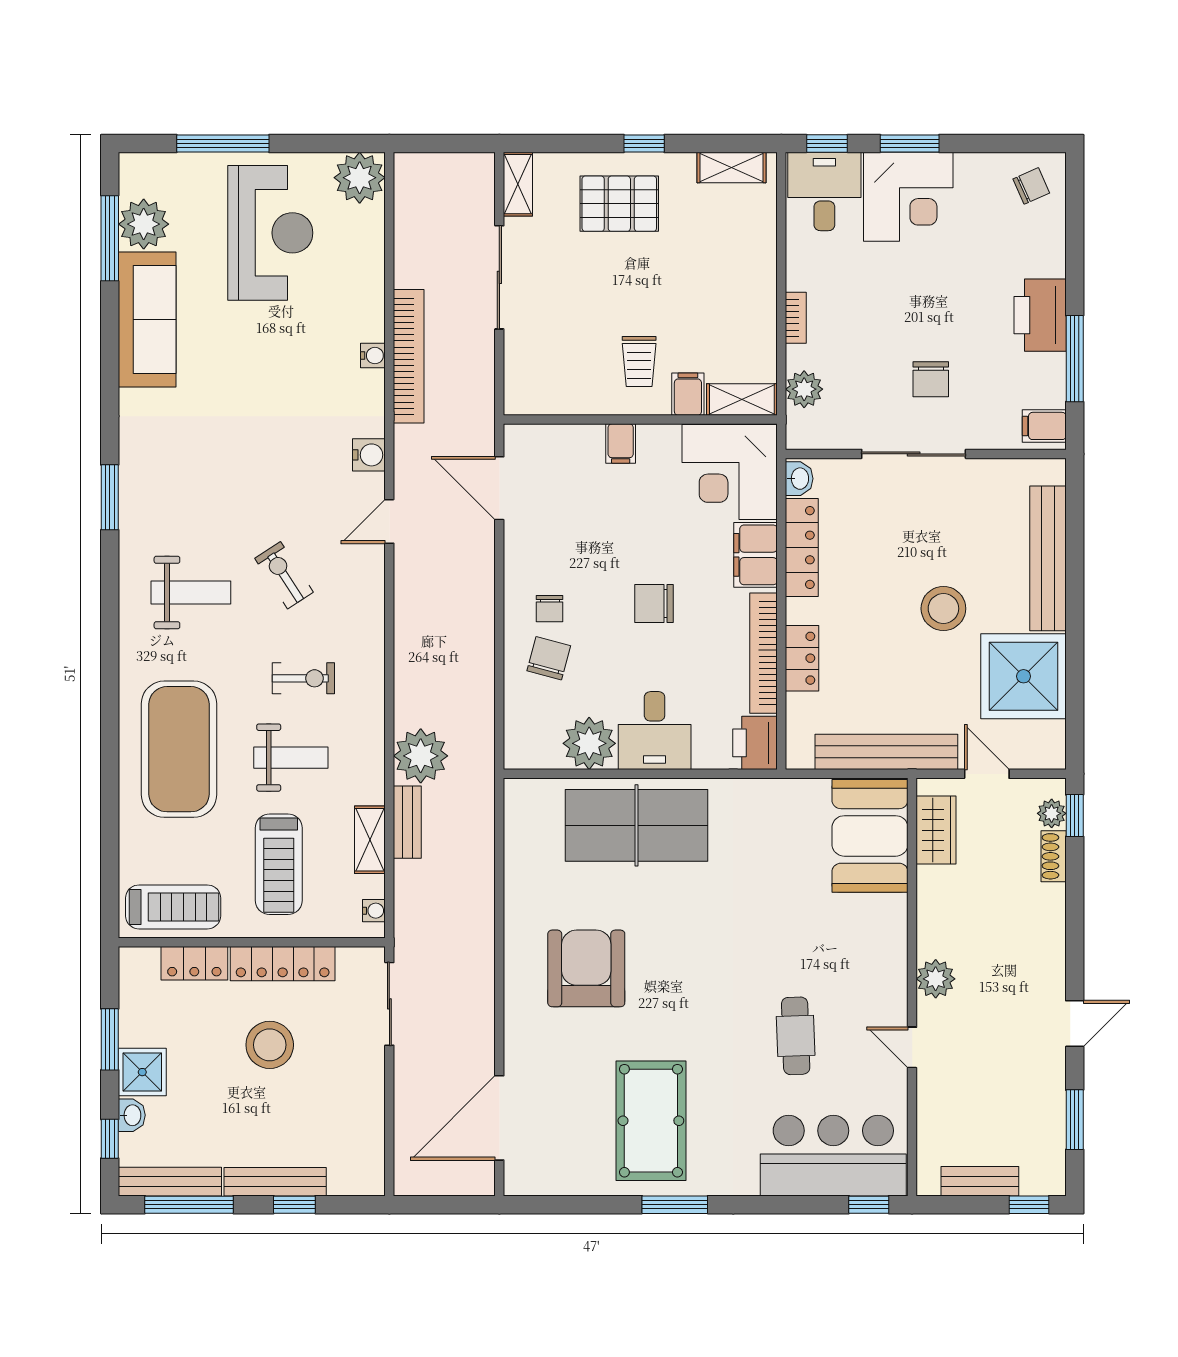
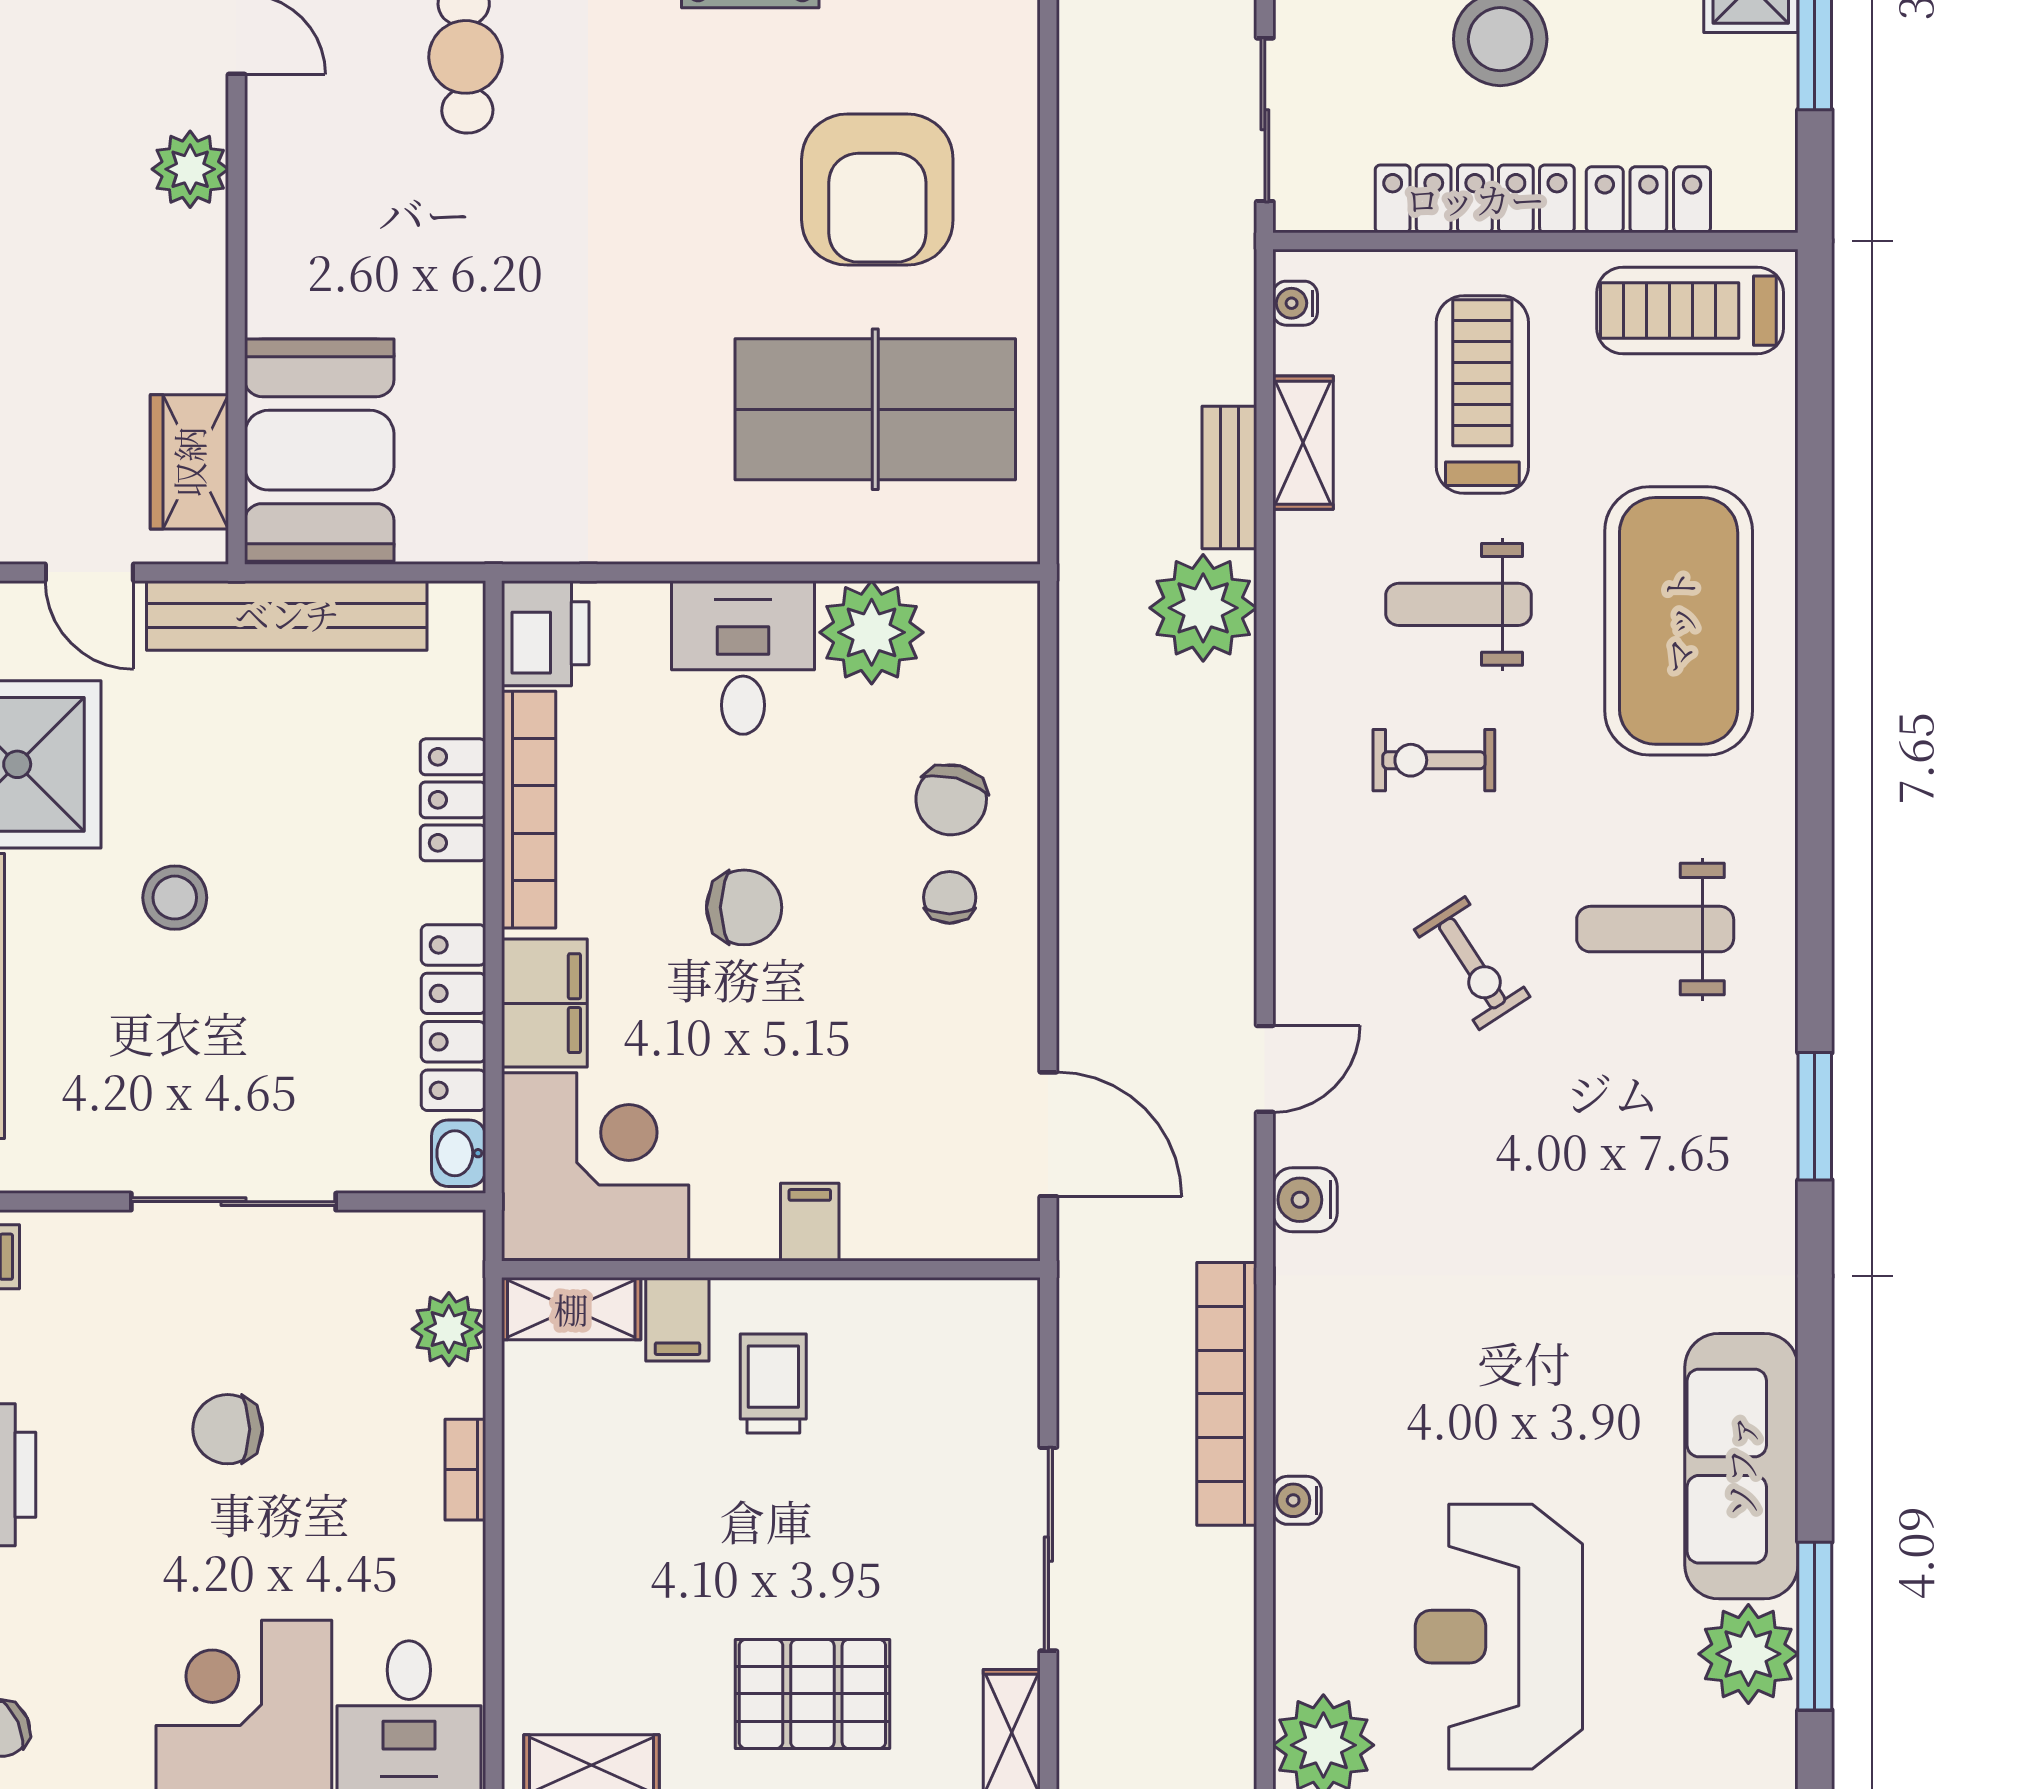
water cooler: (373, 356) -> (1297, 1500), moved
chair: (931, 379) -> (228, 1429), moved, turned -90
stool: (943, 609) -> (175, 898), width x0.73, depth x0.73
table tennis table: (636, 825) -> (875, 409), moved

